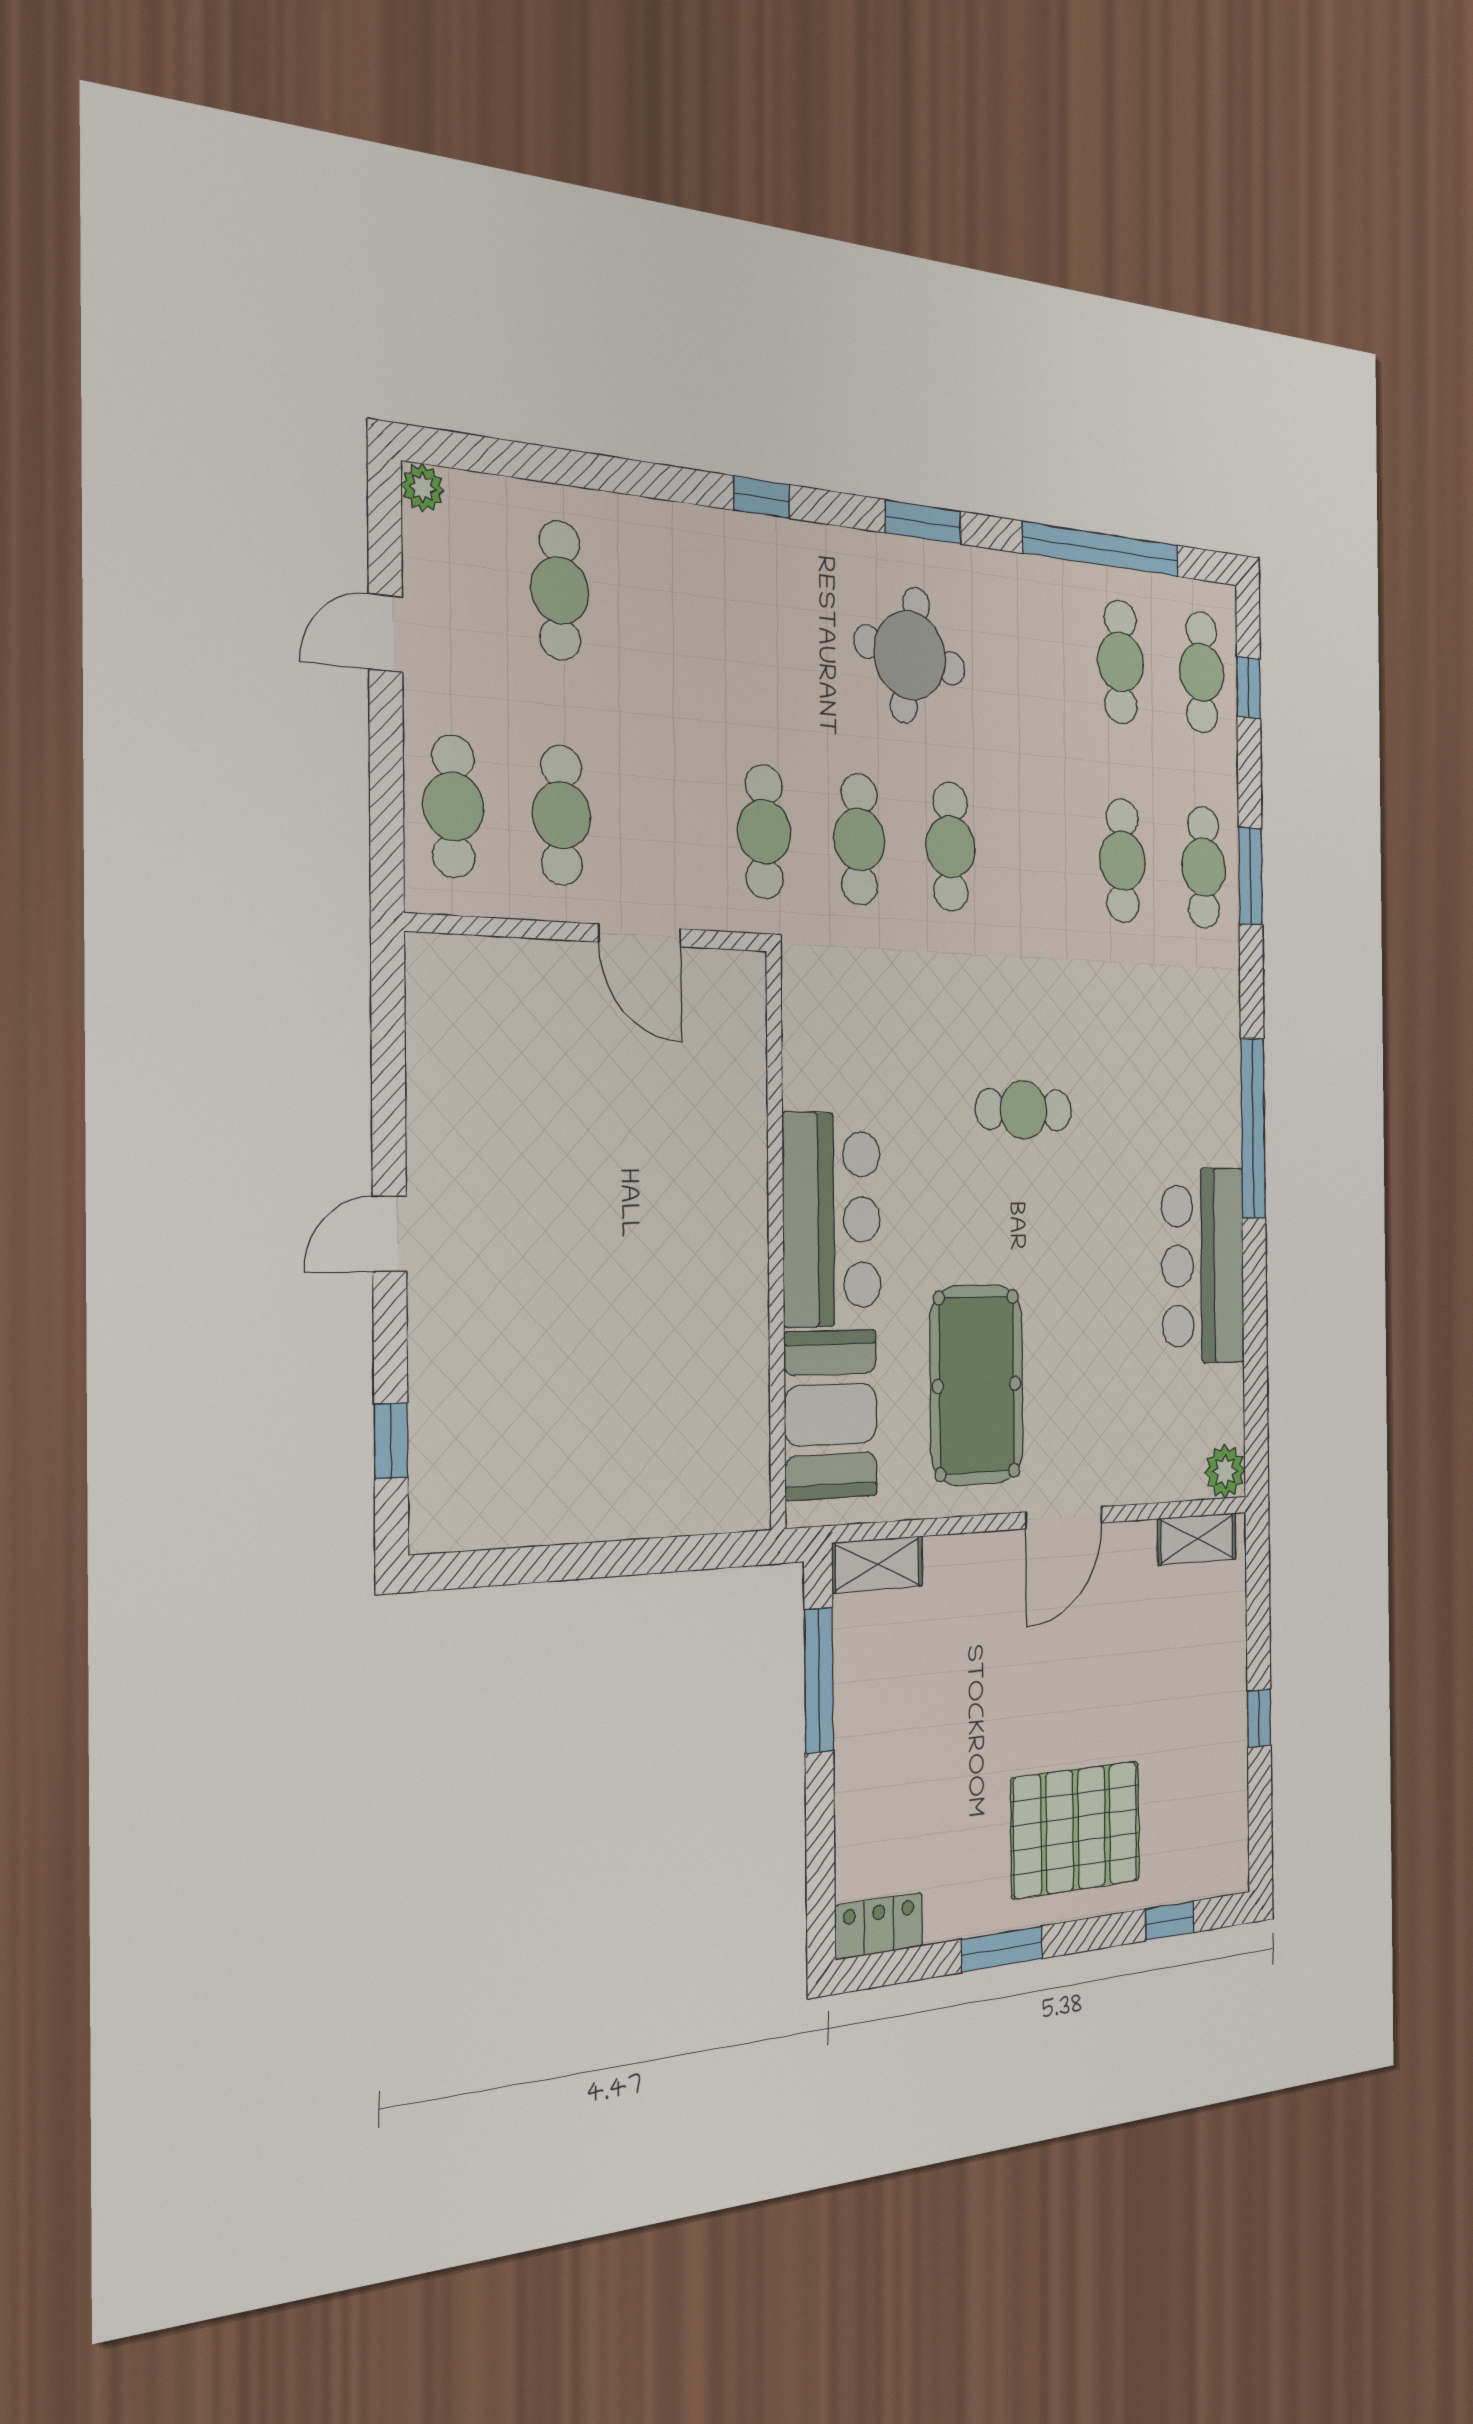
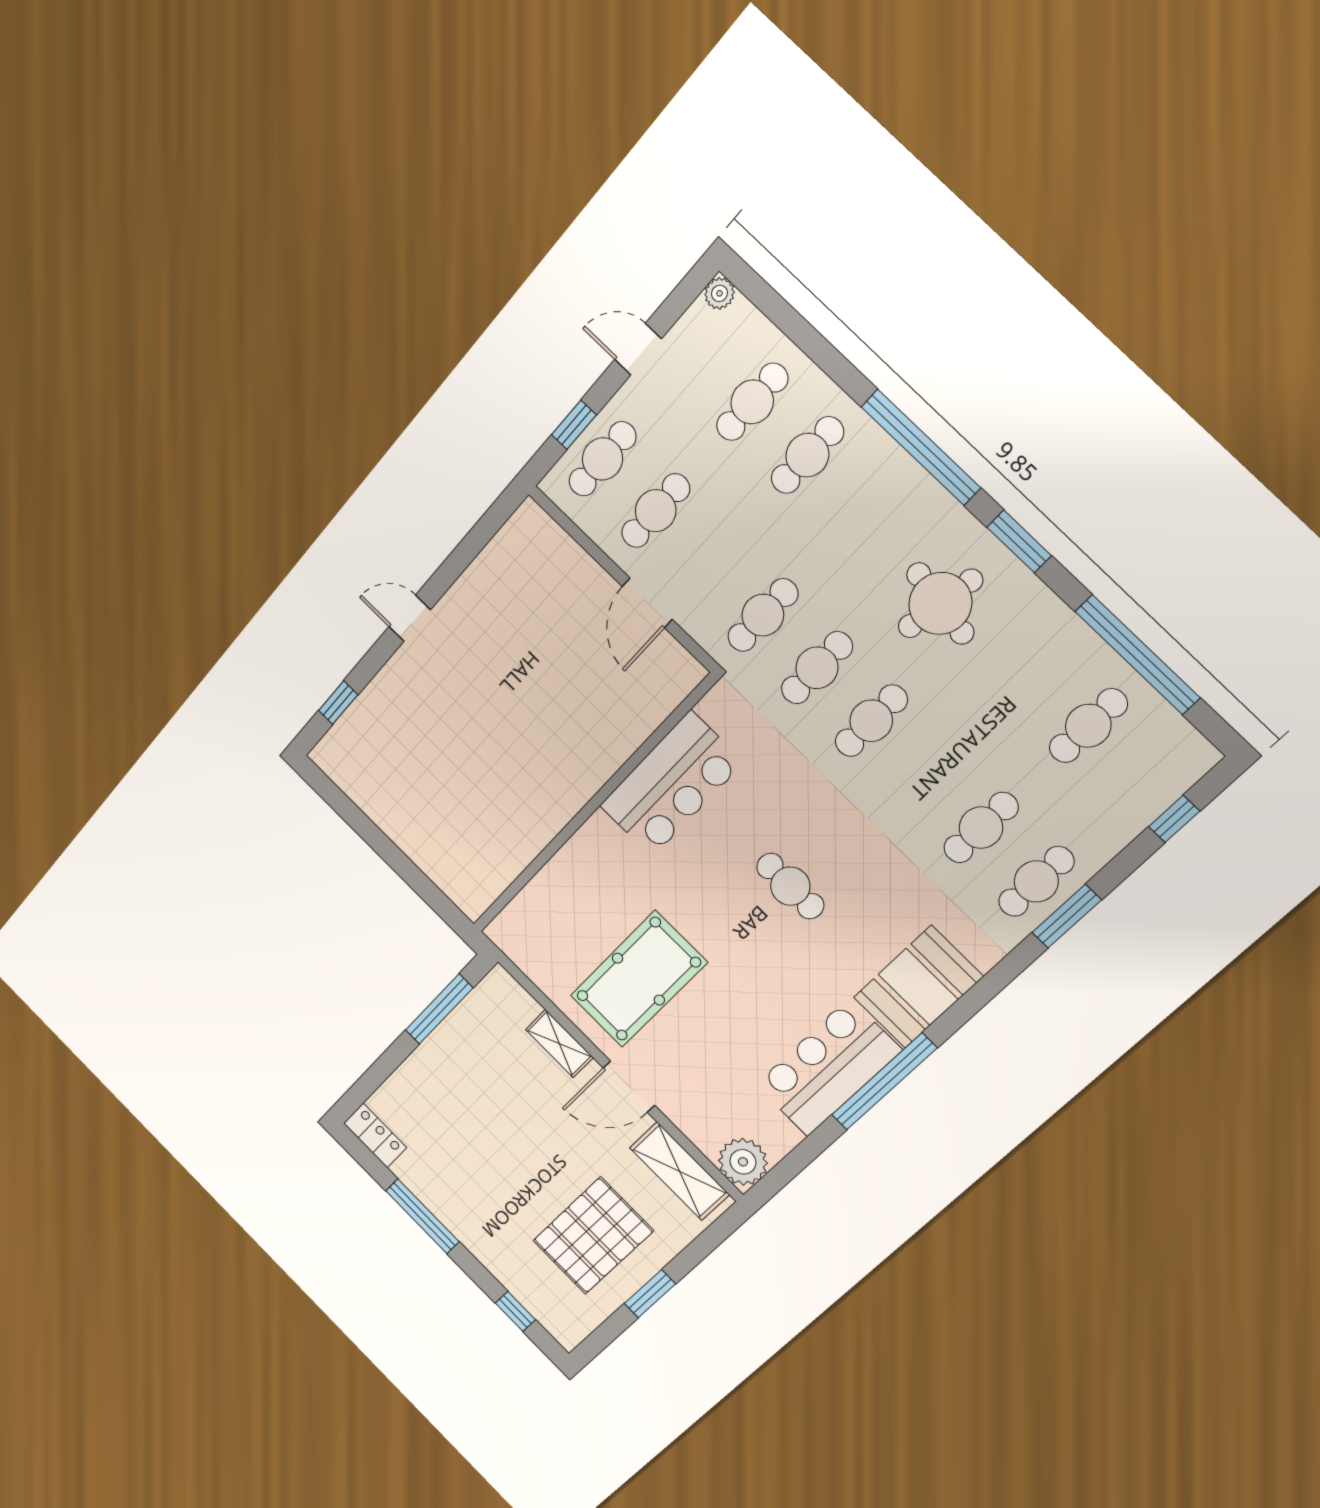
window: (762, 497) -> (921, 447), width x3.17
cafe table: (1202, 672) -> (807, 455), moved
window: (387, 794) -> (574, 425), added
window: (1253, 1128) -> (884, 1082), moved
bar counter: (832, 1220) -> (671, 784), moved
booth: (831, 1414) -> (918, 987), moved
plant: (1225, 1471) -> (743, 1162), width x1.36, depth x1.36
shelving: (1197, 1539) -> (679, 1171), width x1.50, depth x1.33
shelving: (877, 1564) -> (559, 1043), moved
window: (1259, 1718) -> (650, 1294), width x1.50
pallet: (1076, 1830) -> (593, 1236), moved, turned 90
window: (1002, 1949) -> (422, 1216), width x1.44

